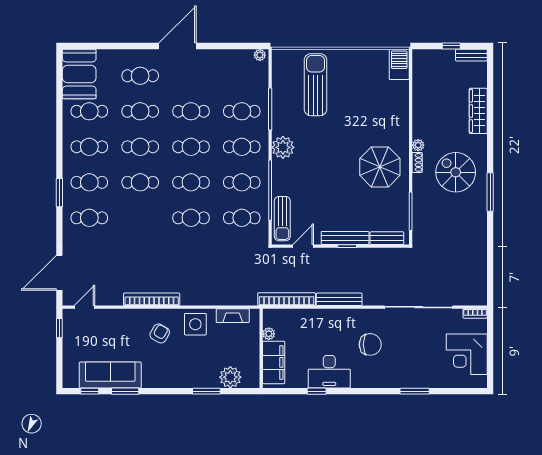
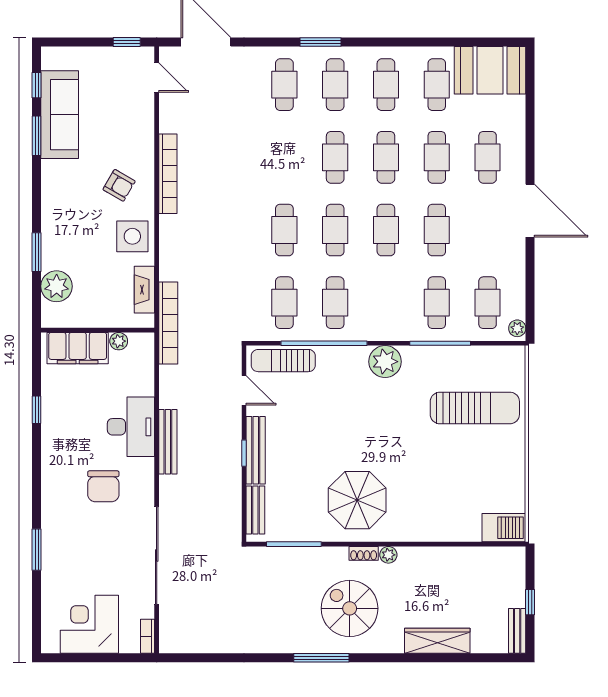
cafe table: (242, 147) -> (488, 303), moved
spiral stairs: (456, 172) -> (350, 608), turned -90
bookcase: (287, 299) -> (168, 323), moved
desk: (329, 372) -> (131, 427), moved, turned 180

